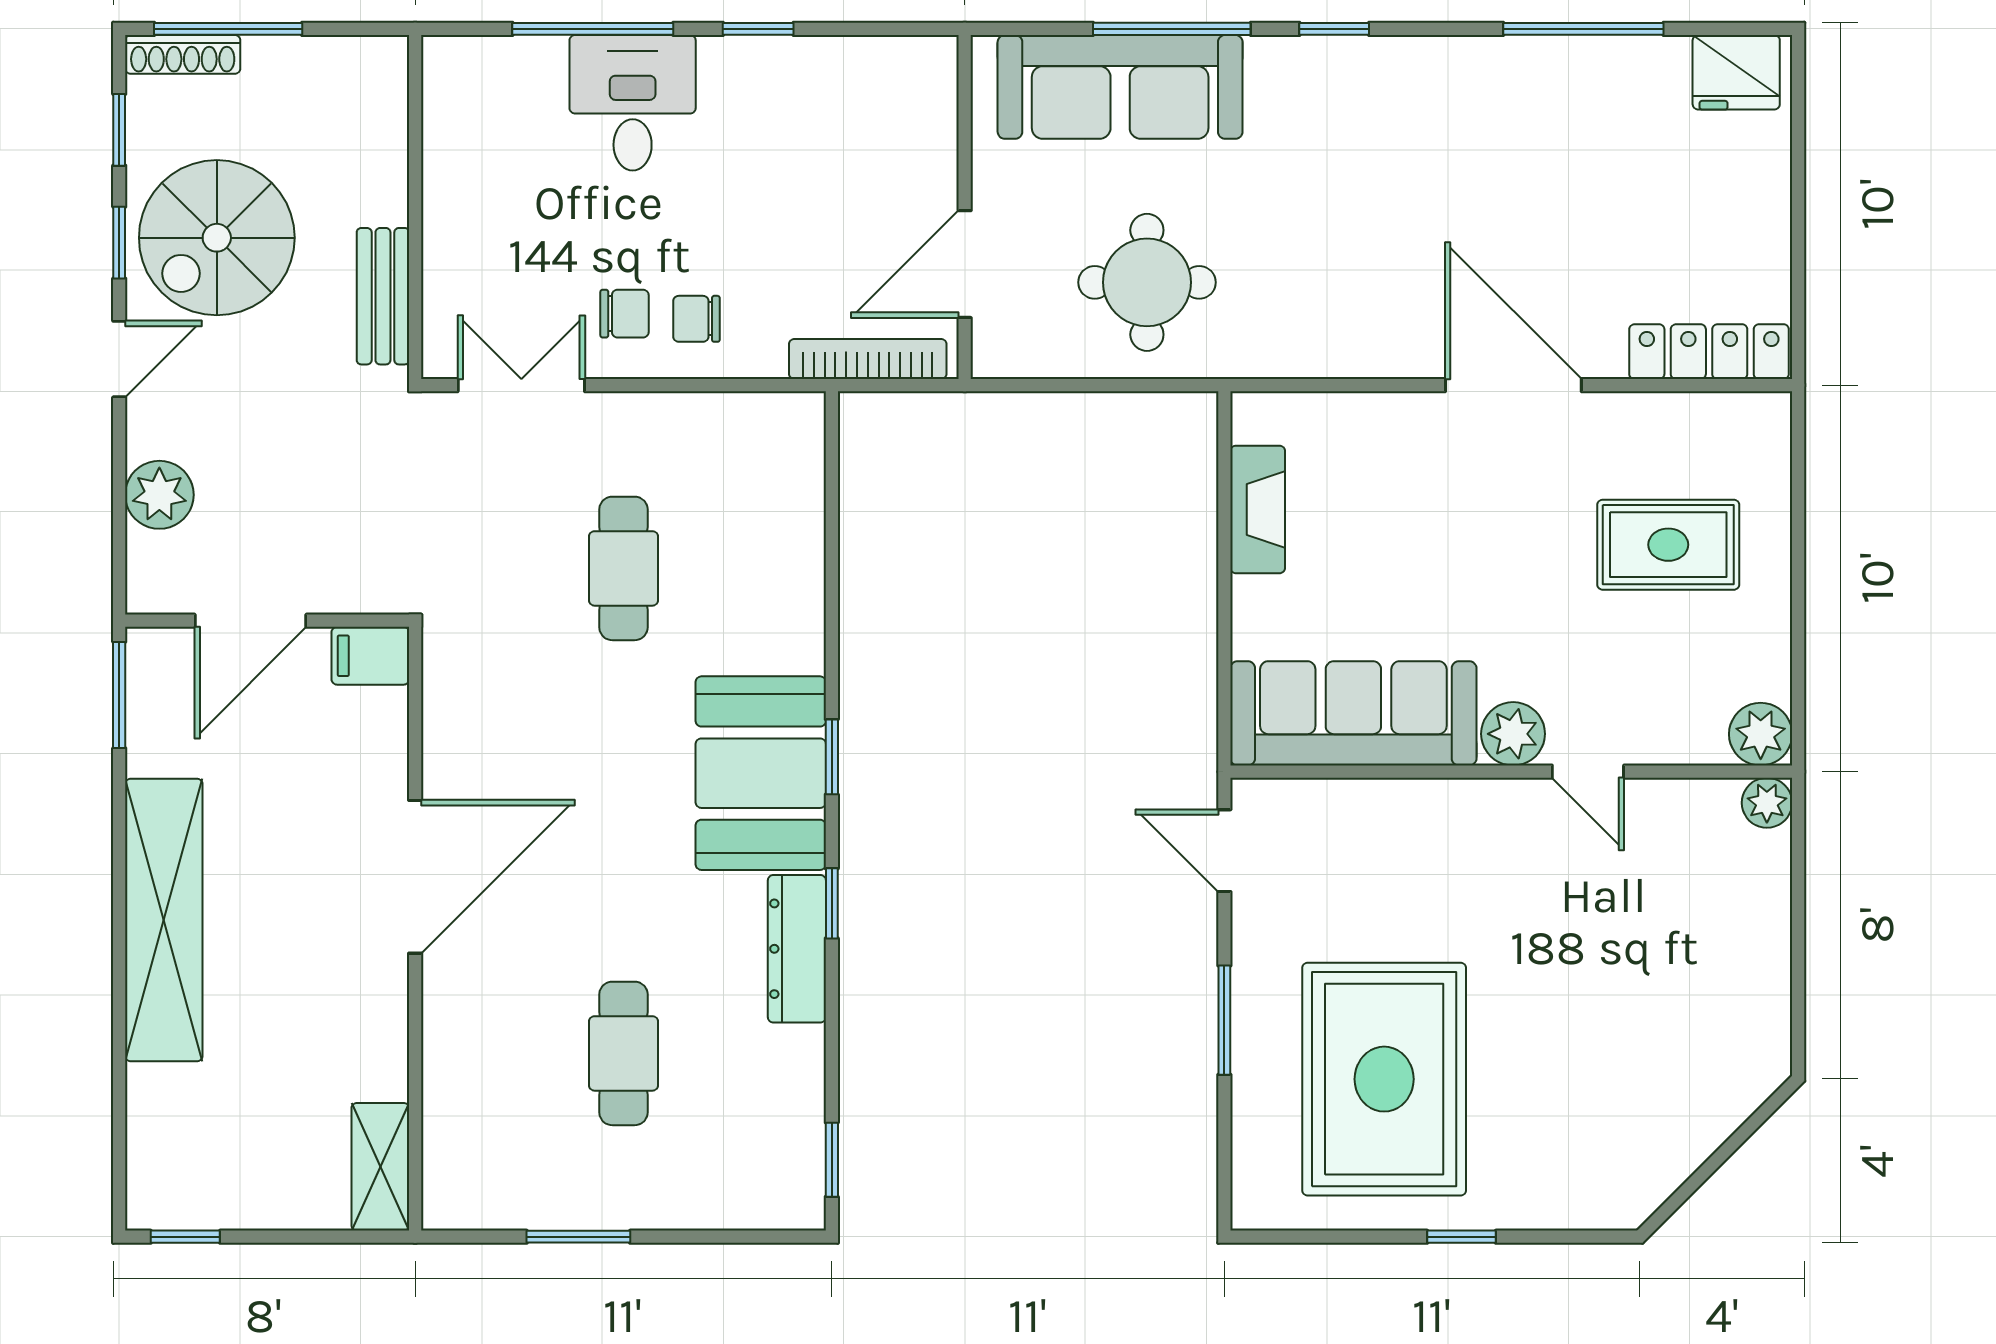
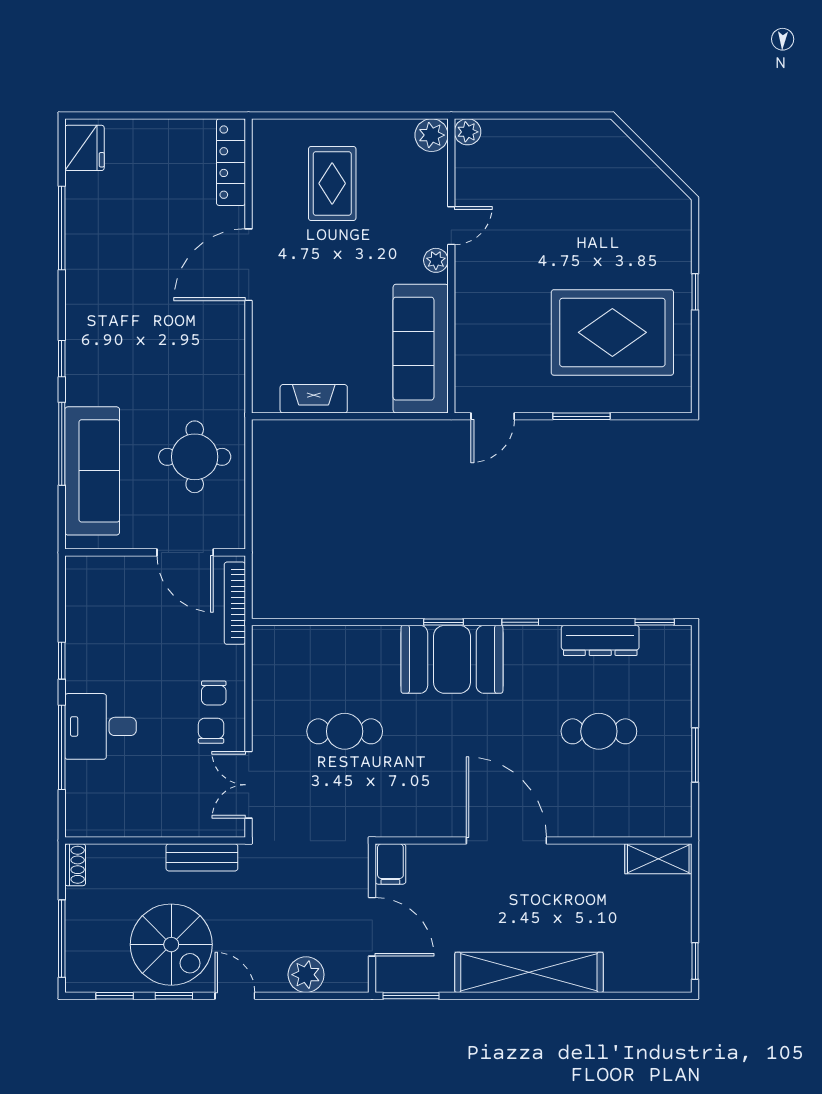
shoe rack: (183, 54) -> (75, 865), moved, width x0.70
plant: (1513, 734) -> (436, 260), width x0.73, depth x0.73
dresser: (797, 949) -> (600, 640), moved

